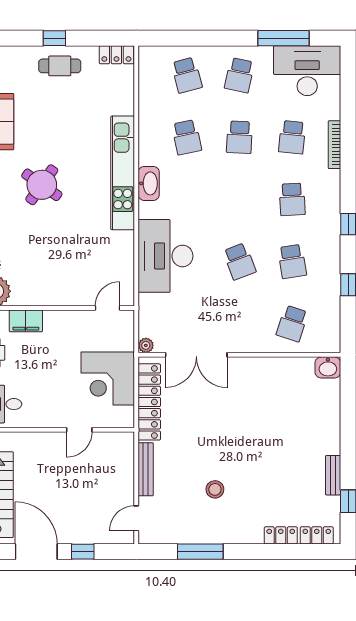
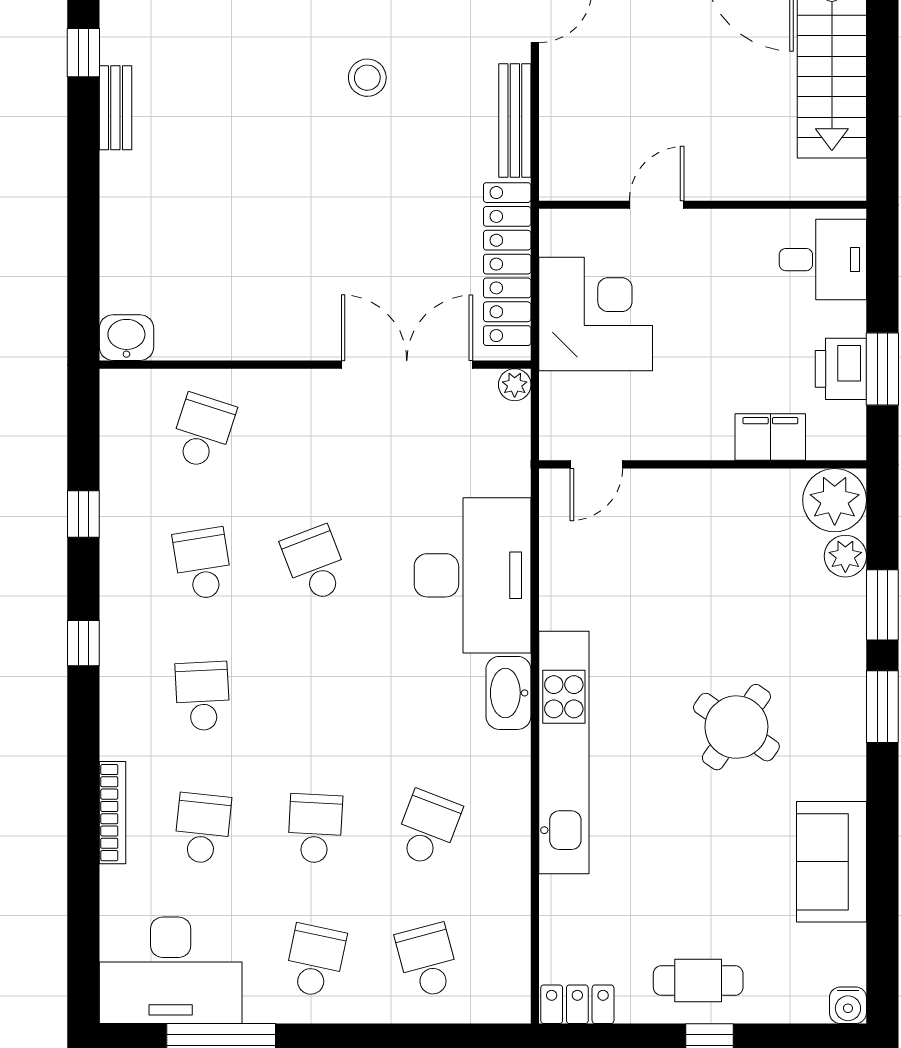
school desk: (187, 137) -> (428, 828), turned 33
washbasin: (149, 183) -> (508, 693), moved

